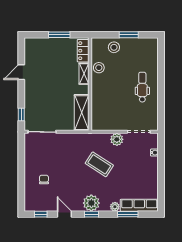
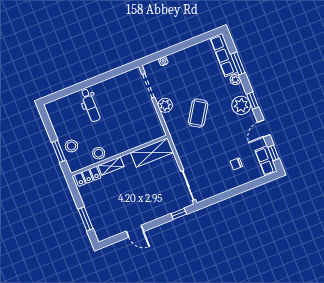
window: (59, 35) -> (85, 219), moved
window: (129, 35) -> (59, 151), moved
dental chair: (142, 87) -> (90, 105), moved, turned -90
row of seats: (37, 205) -> (266, 161), added

